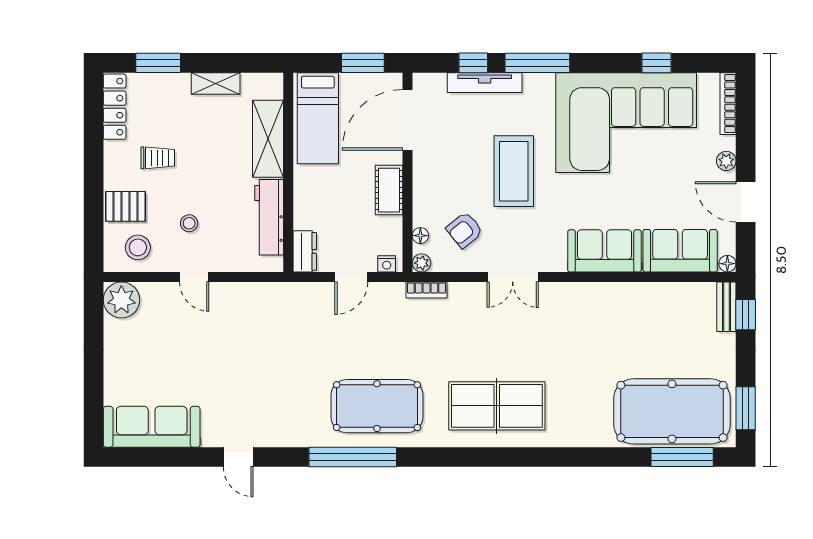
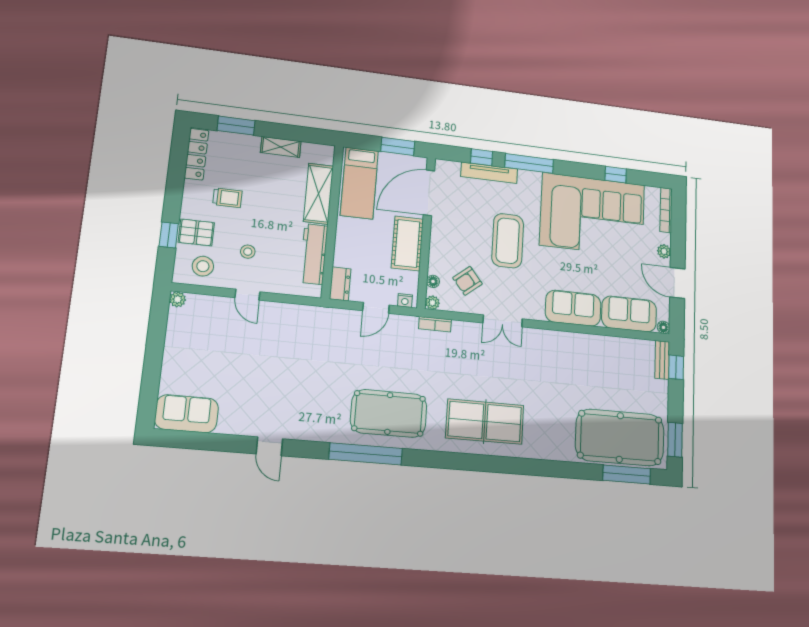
cot: (389, 190) -> (407, 243), width x1.37, depth x1.34
window: (94, 213) -> (169, 235), added
plant: (121, 300) -> (178, 299), width x0.53, depth x0.53
sofa: (152, 427) -> (187, 414), width x0.73

